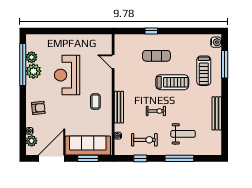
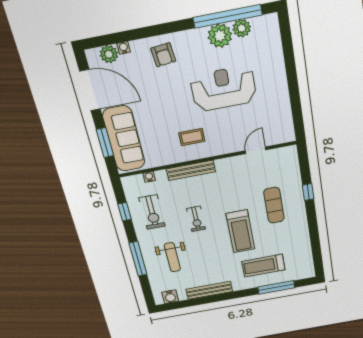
water cooler: (216, 42) -> (170, 297), moved

